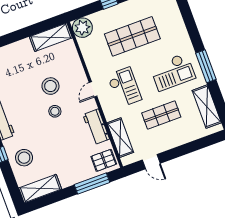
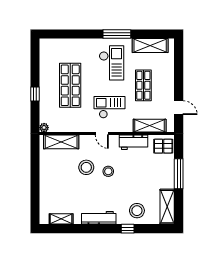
plant: (82, 28) -> (44, 128), width x0.53, depth x0.53
shelving: (51, 37) -> (61, 142), moved, turned 90
pallet: (104, 160) -> (163, 146), turned 90
door: (151, 162) -> (179, 108), hinge flipped
window: (92, 183) -> (179, 174), moved

